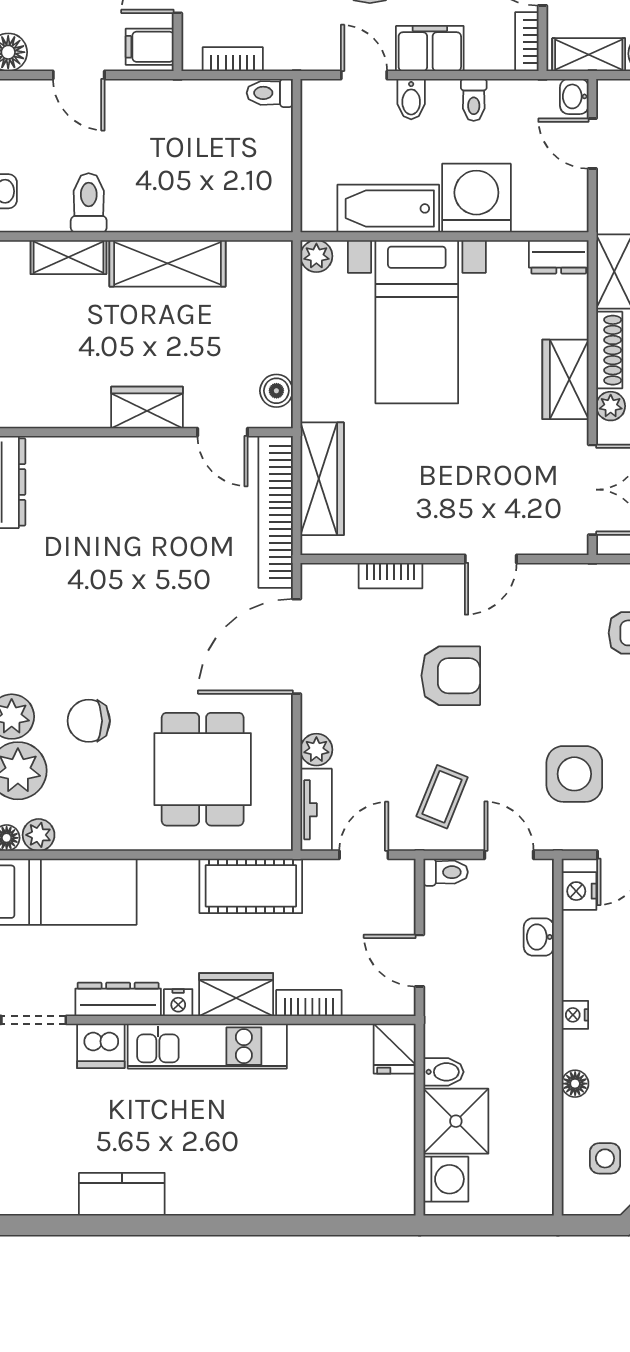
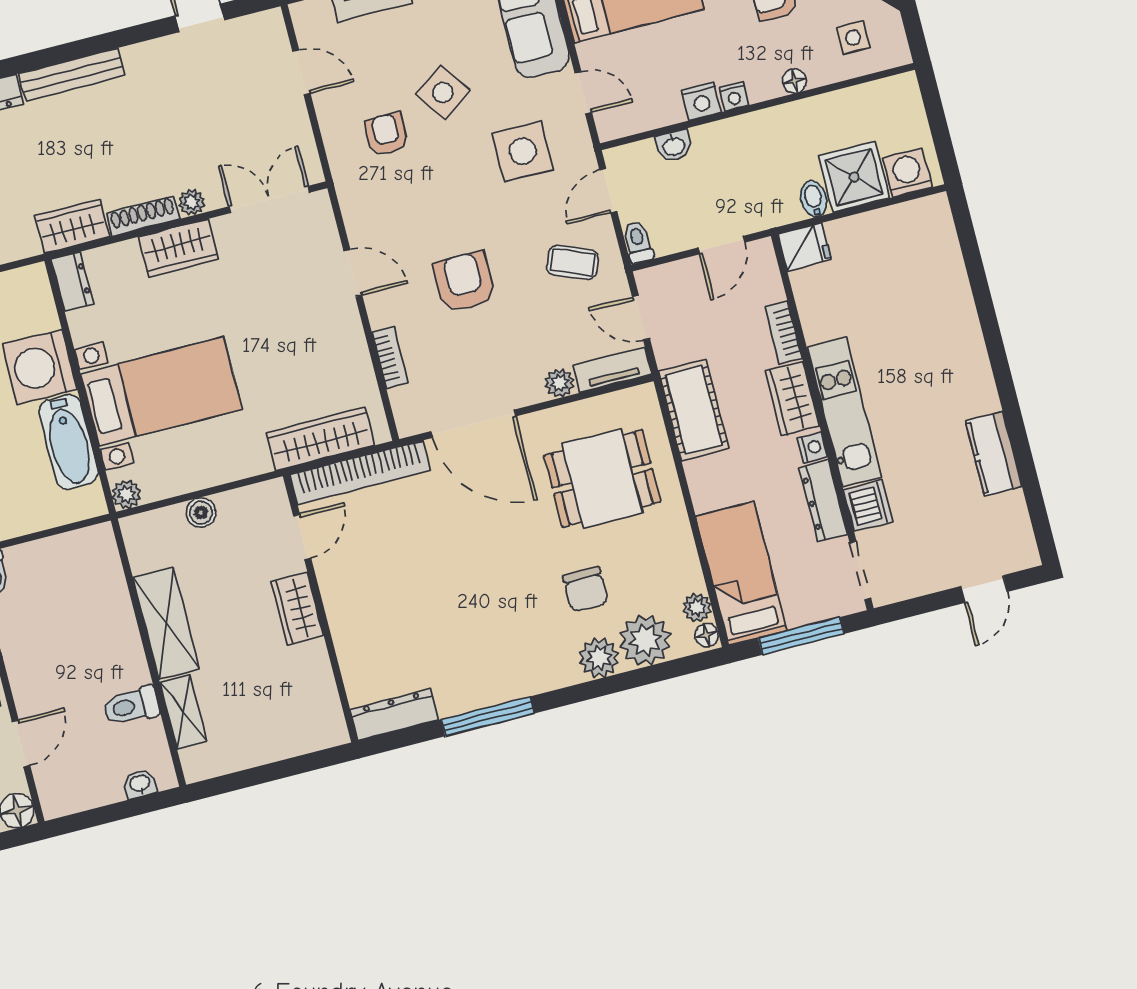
boiler: (276, 391) -> (201, 513), moved
nightstand: (579, 891) -> (701, 101), moved

